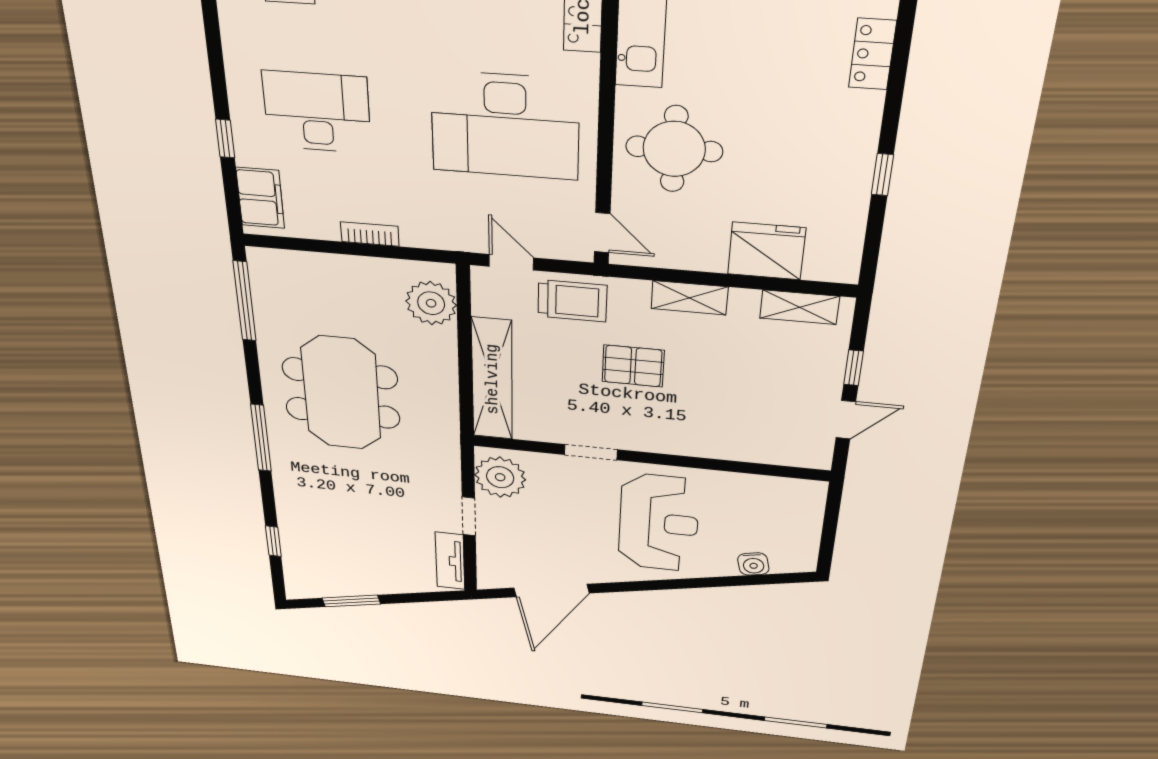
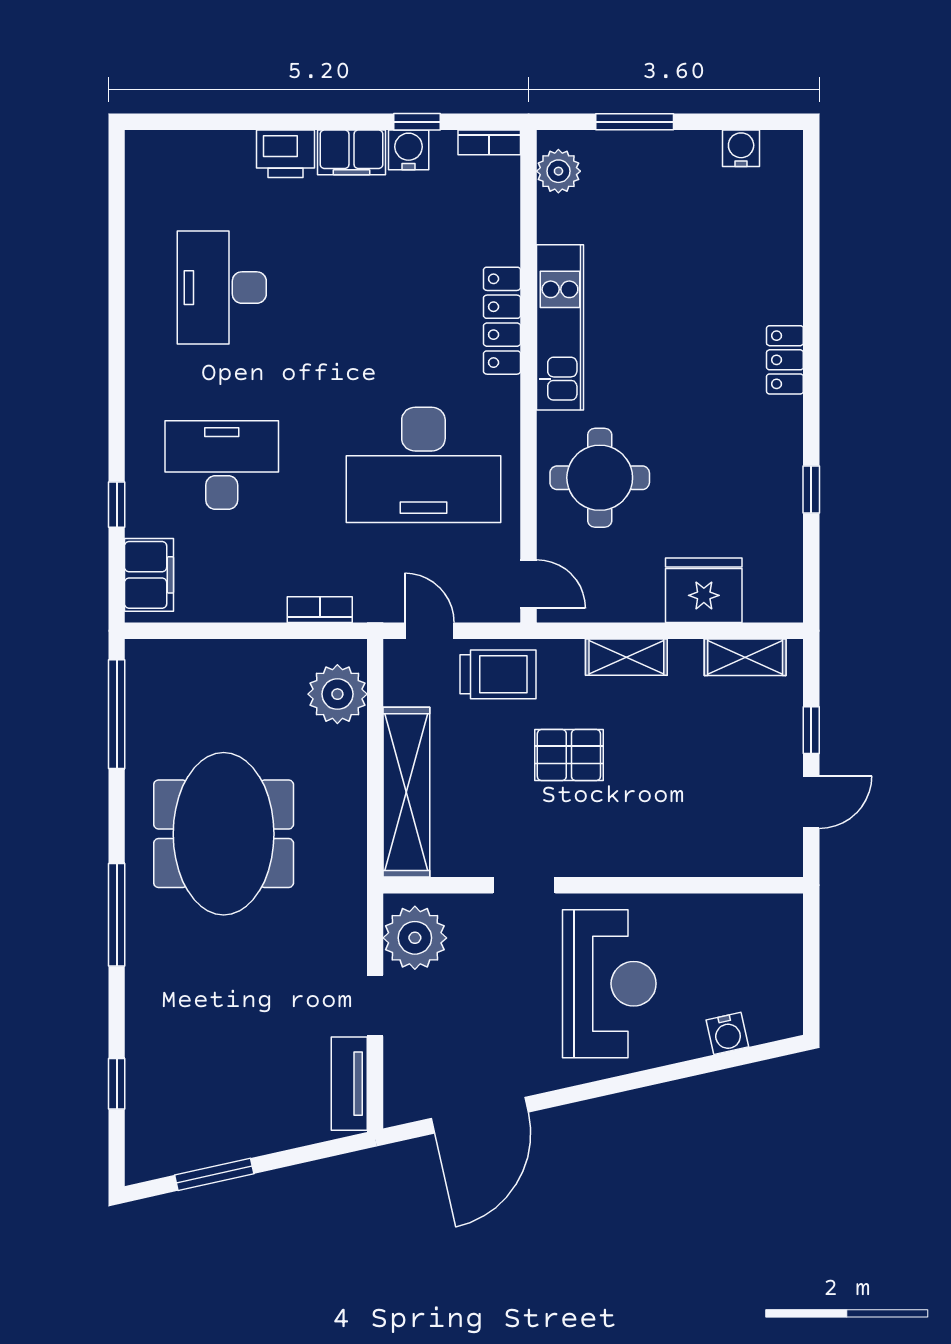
bookcase: (370, 234) -> (320, 610), moved

